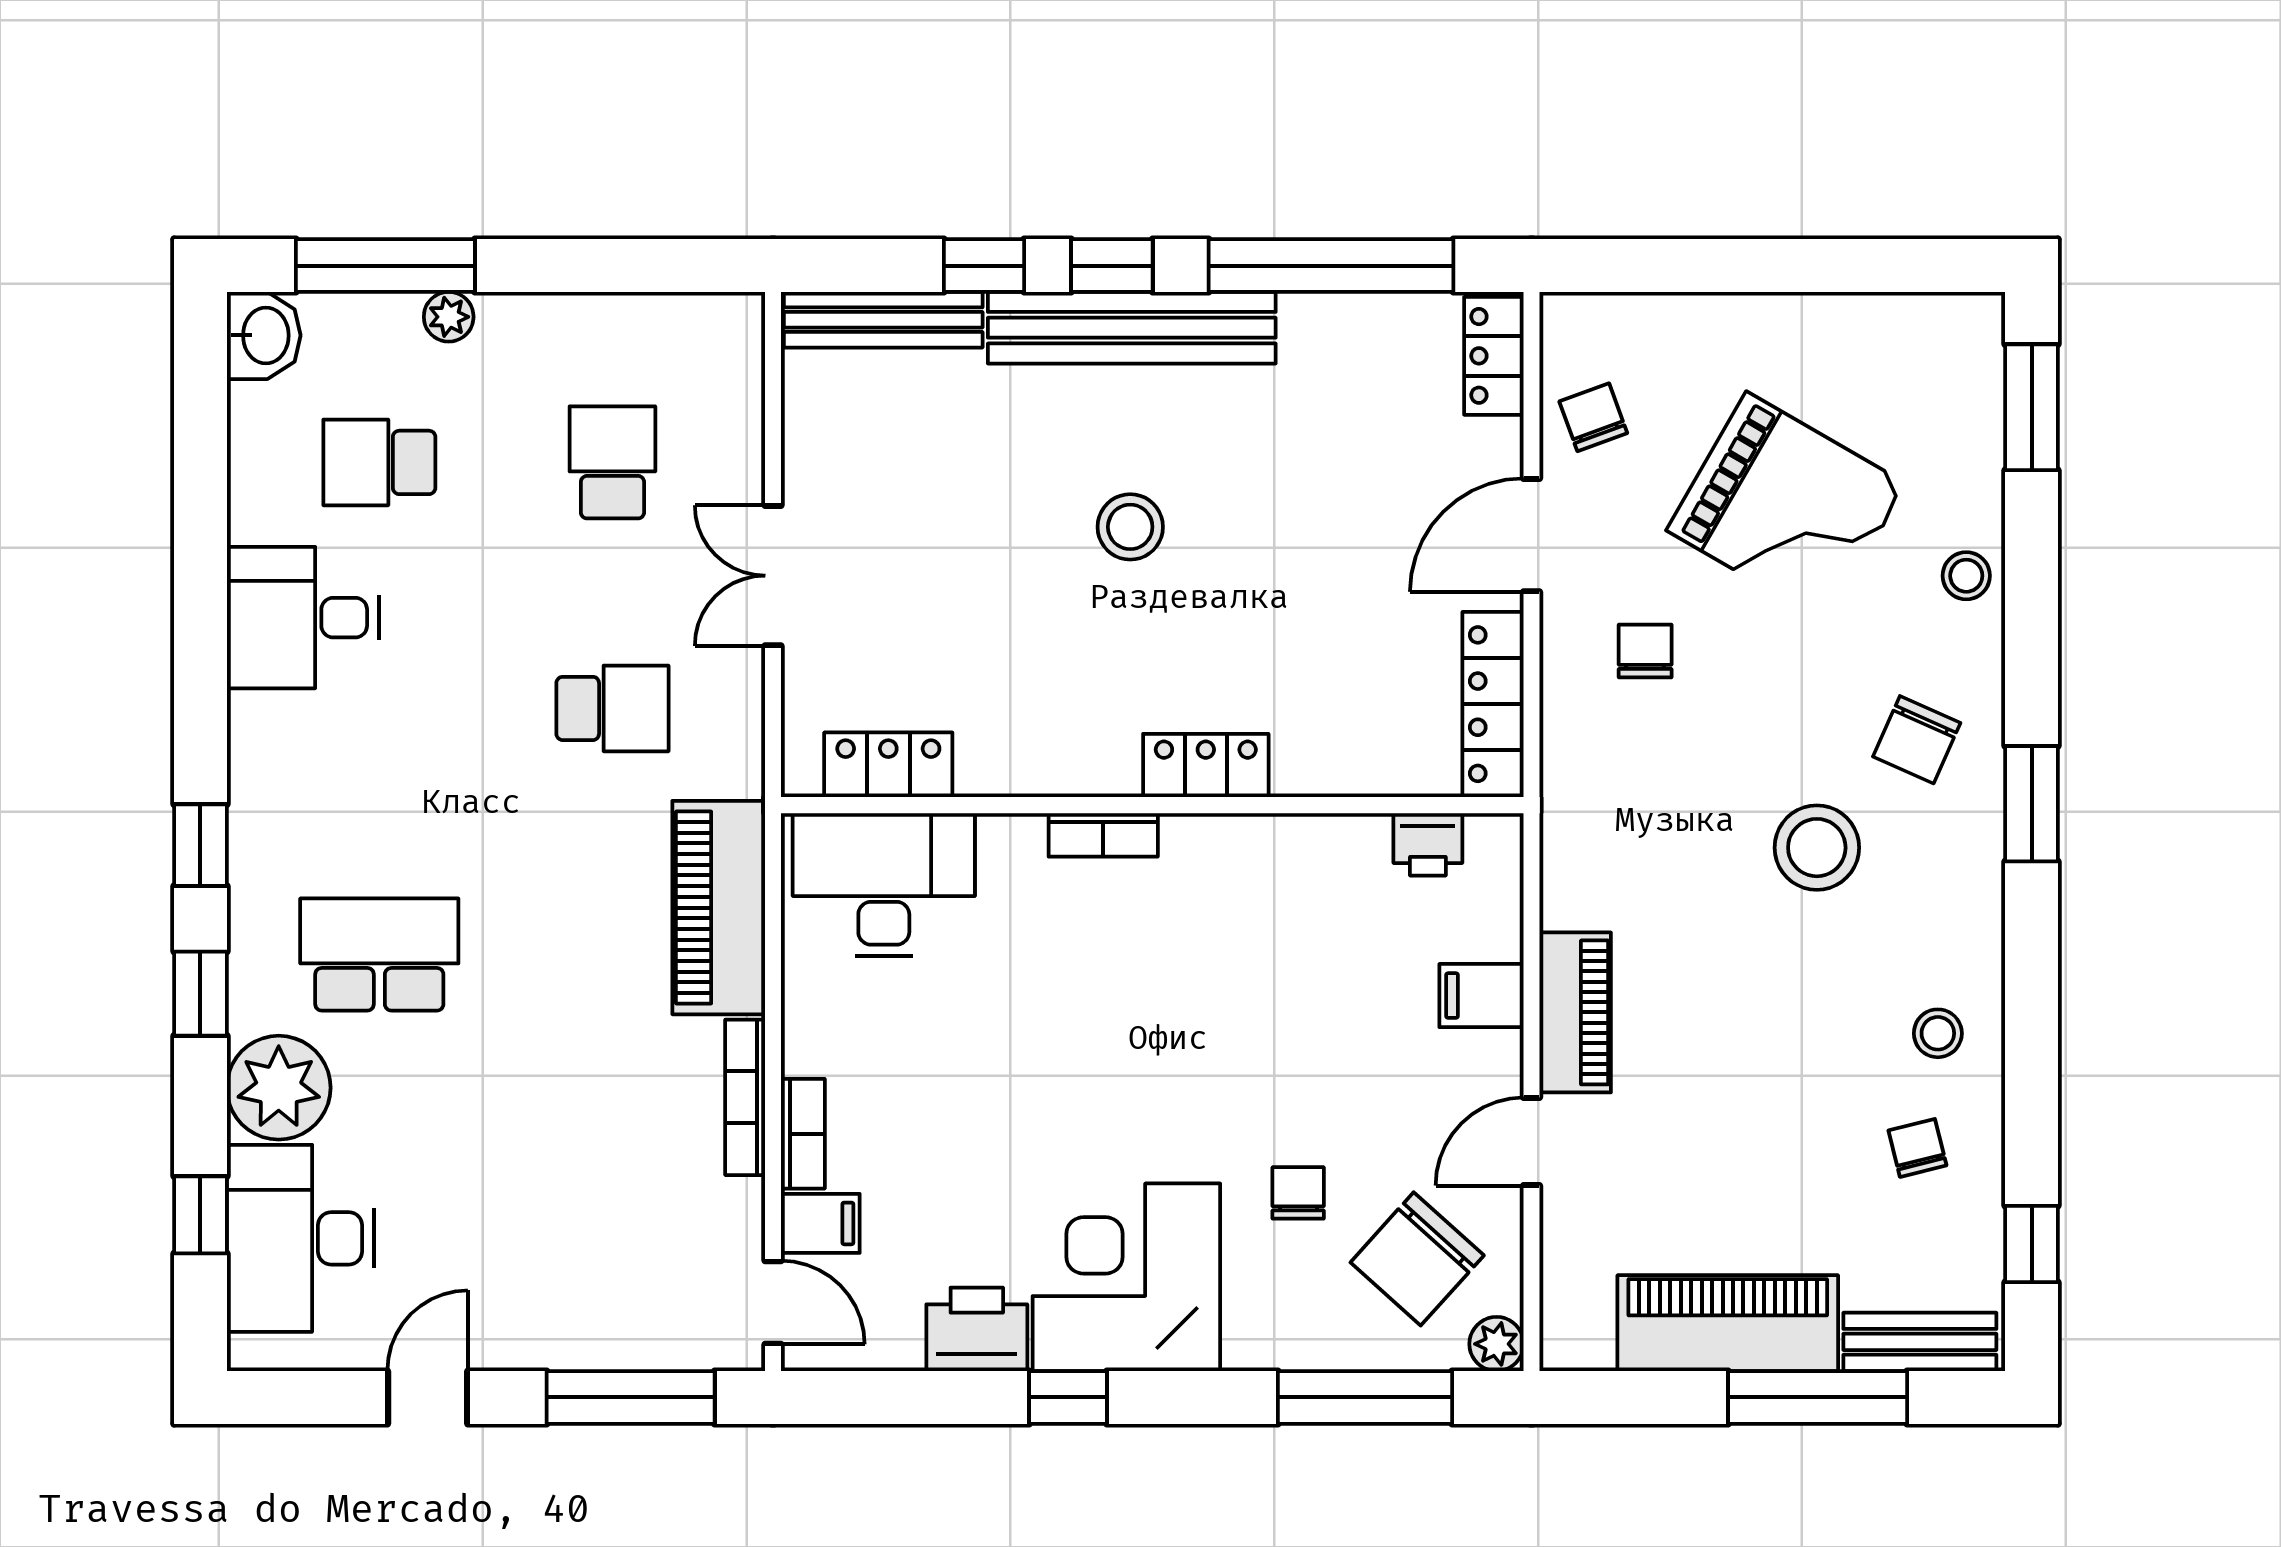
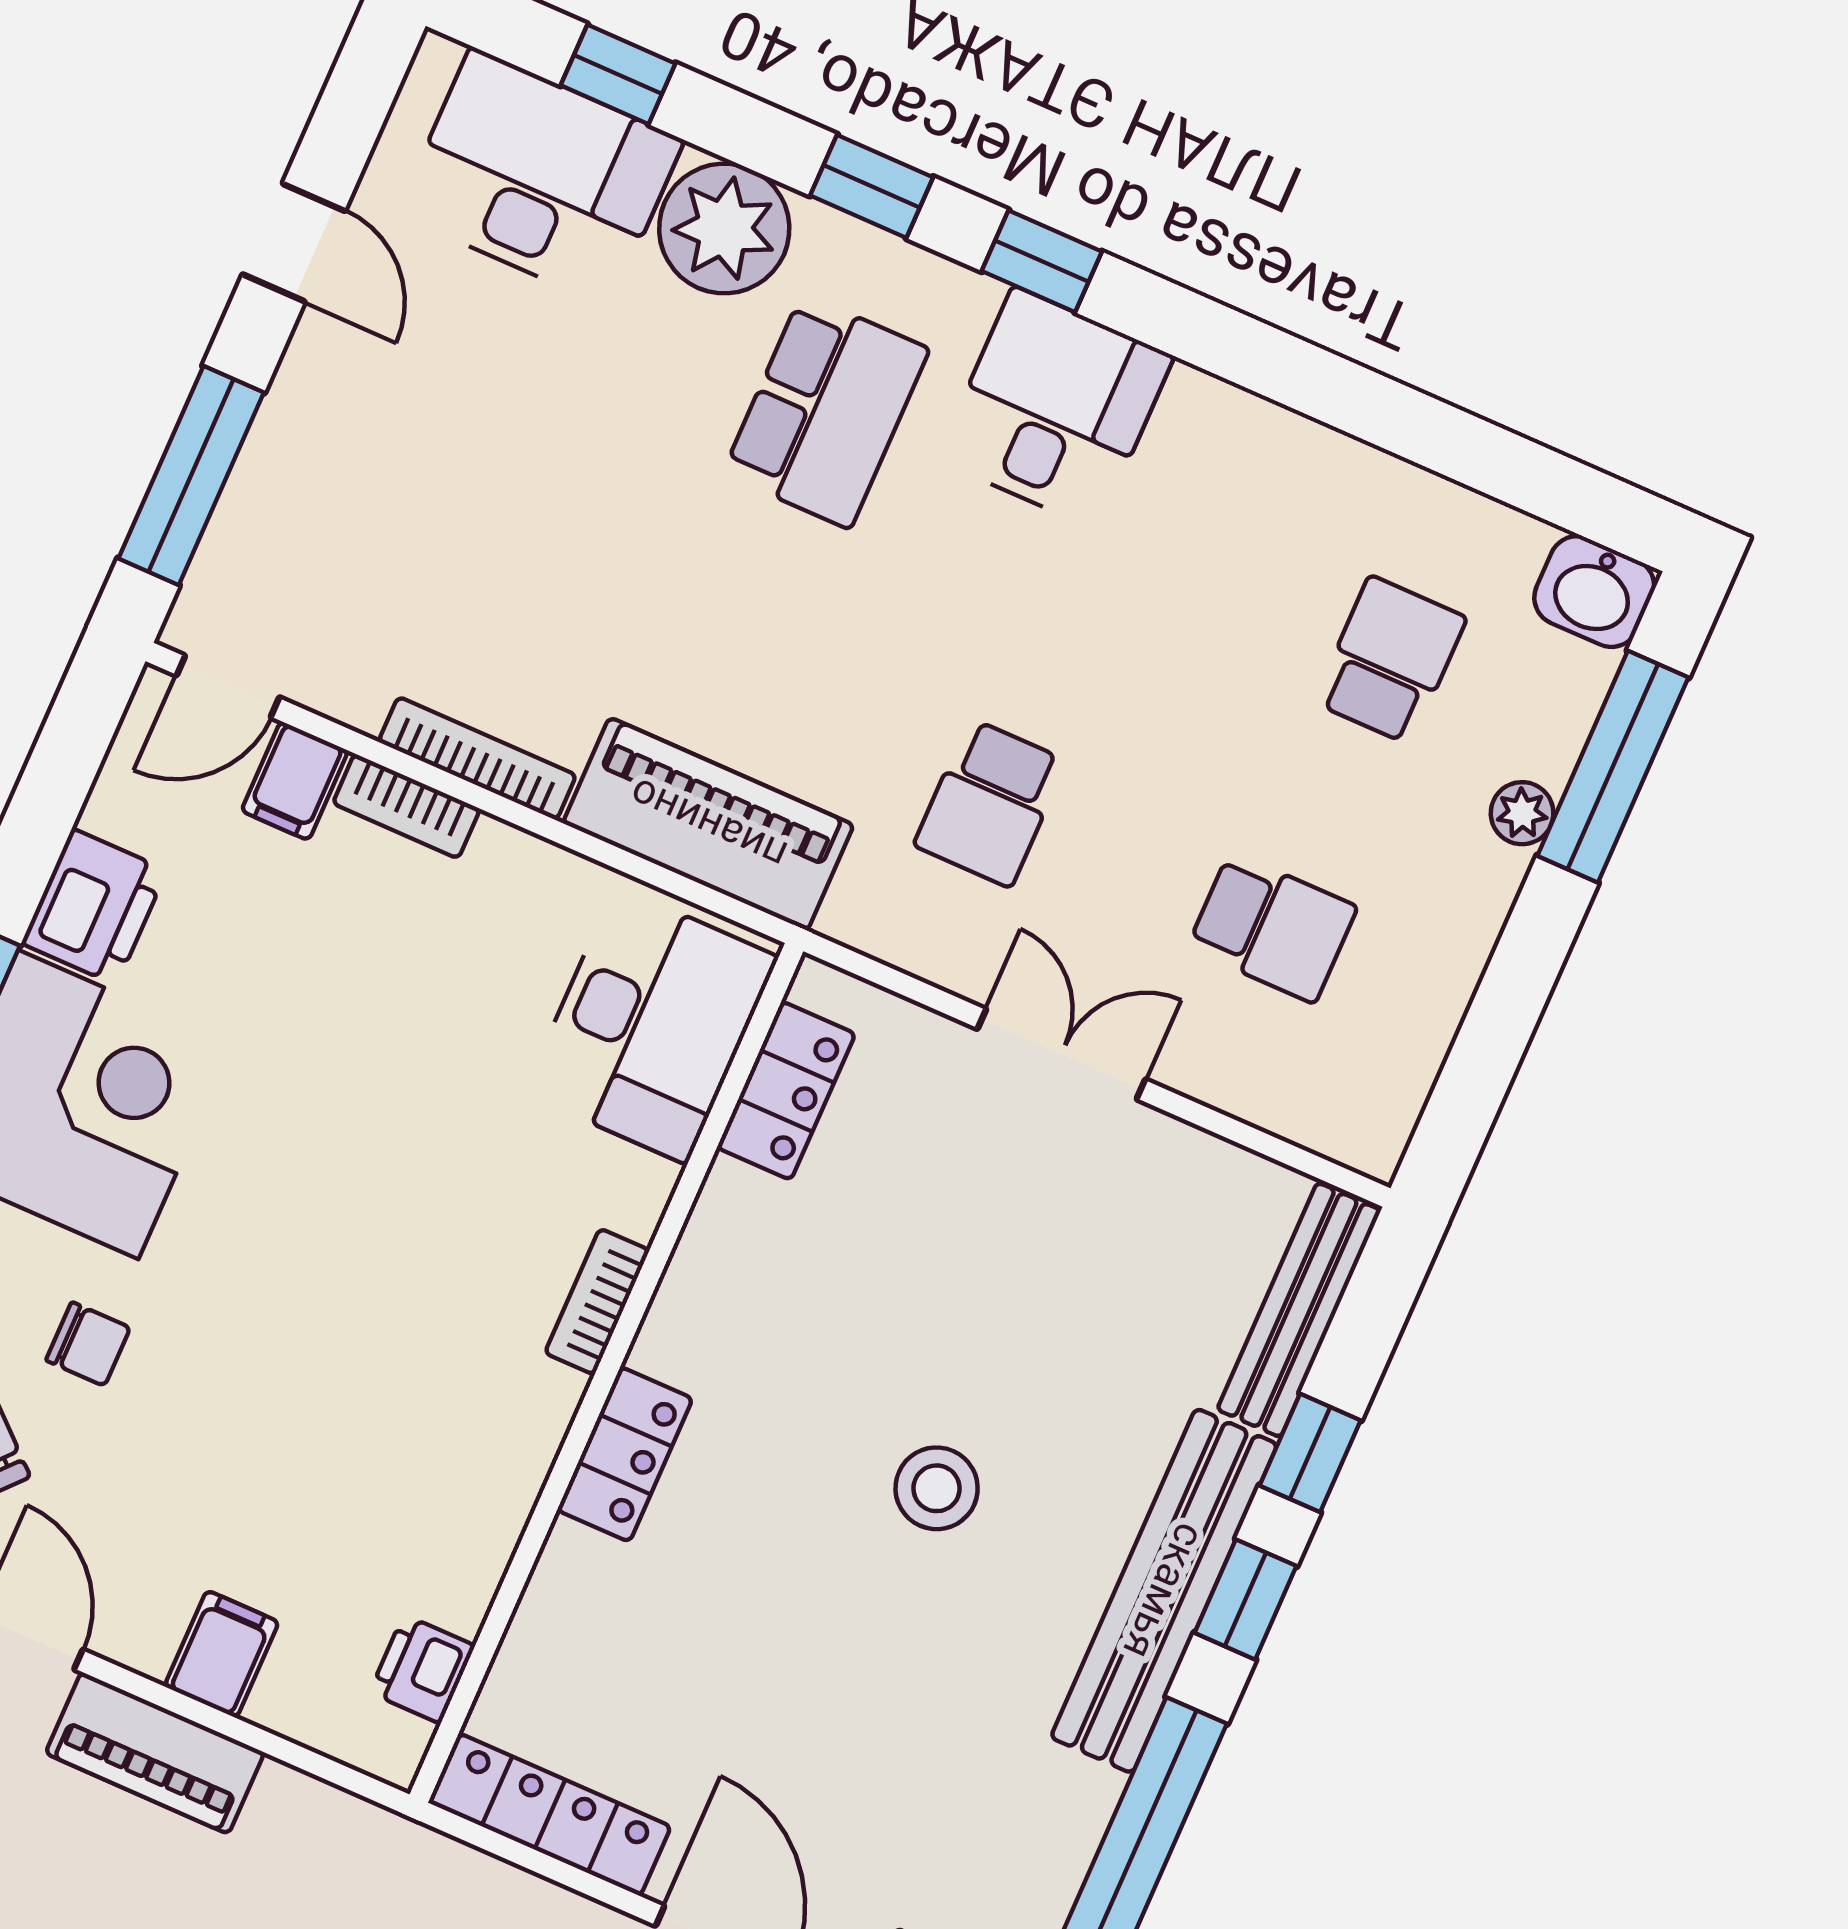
desk: (303, 618) -> (1055, 408), moved

